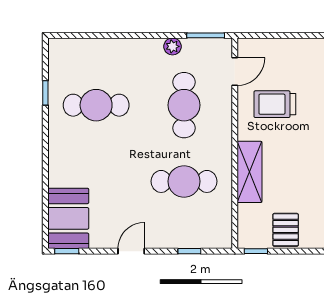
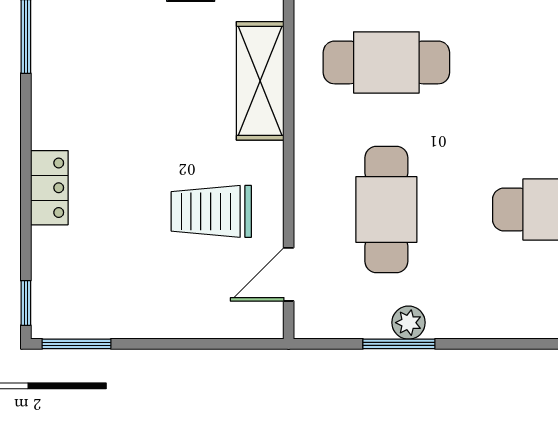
window: (206, 35) -> (399, 344), moved
trolley: (275, 104) -> (211, 211), turned 180

